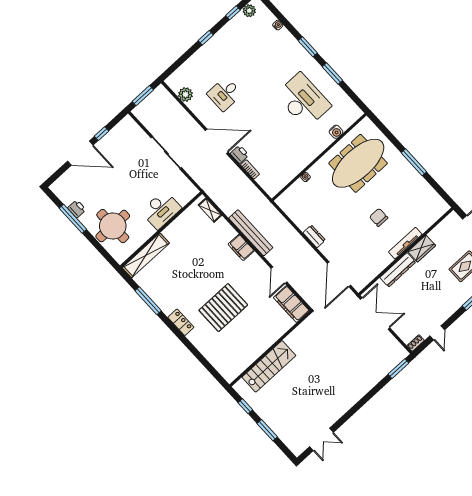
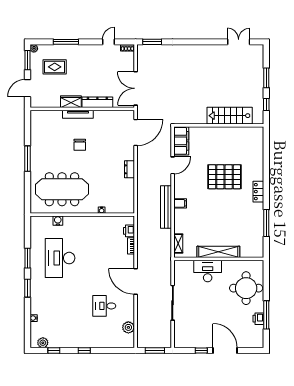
desk: (225, 94) -> (104, 306), turned 180
printer: (240, 154) -> (129, 231), moved
filing cabinet: (241, 247) -> (180, 203), width x0.50
shelving: (146, 255) -> (218, 252), moved

